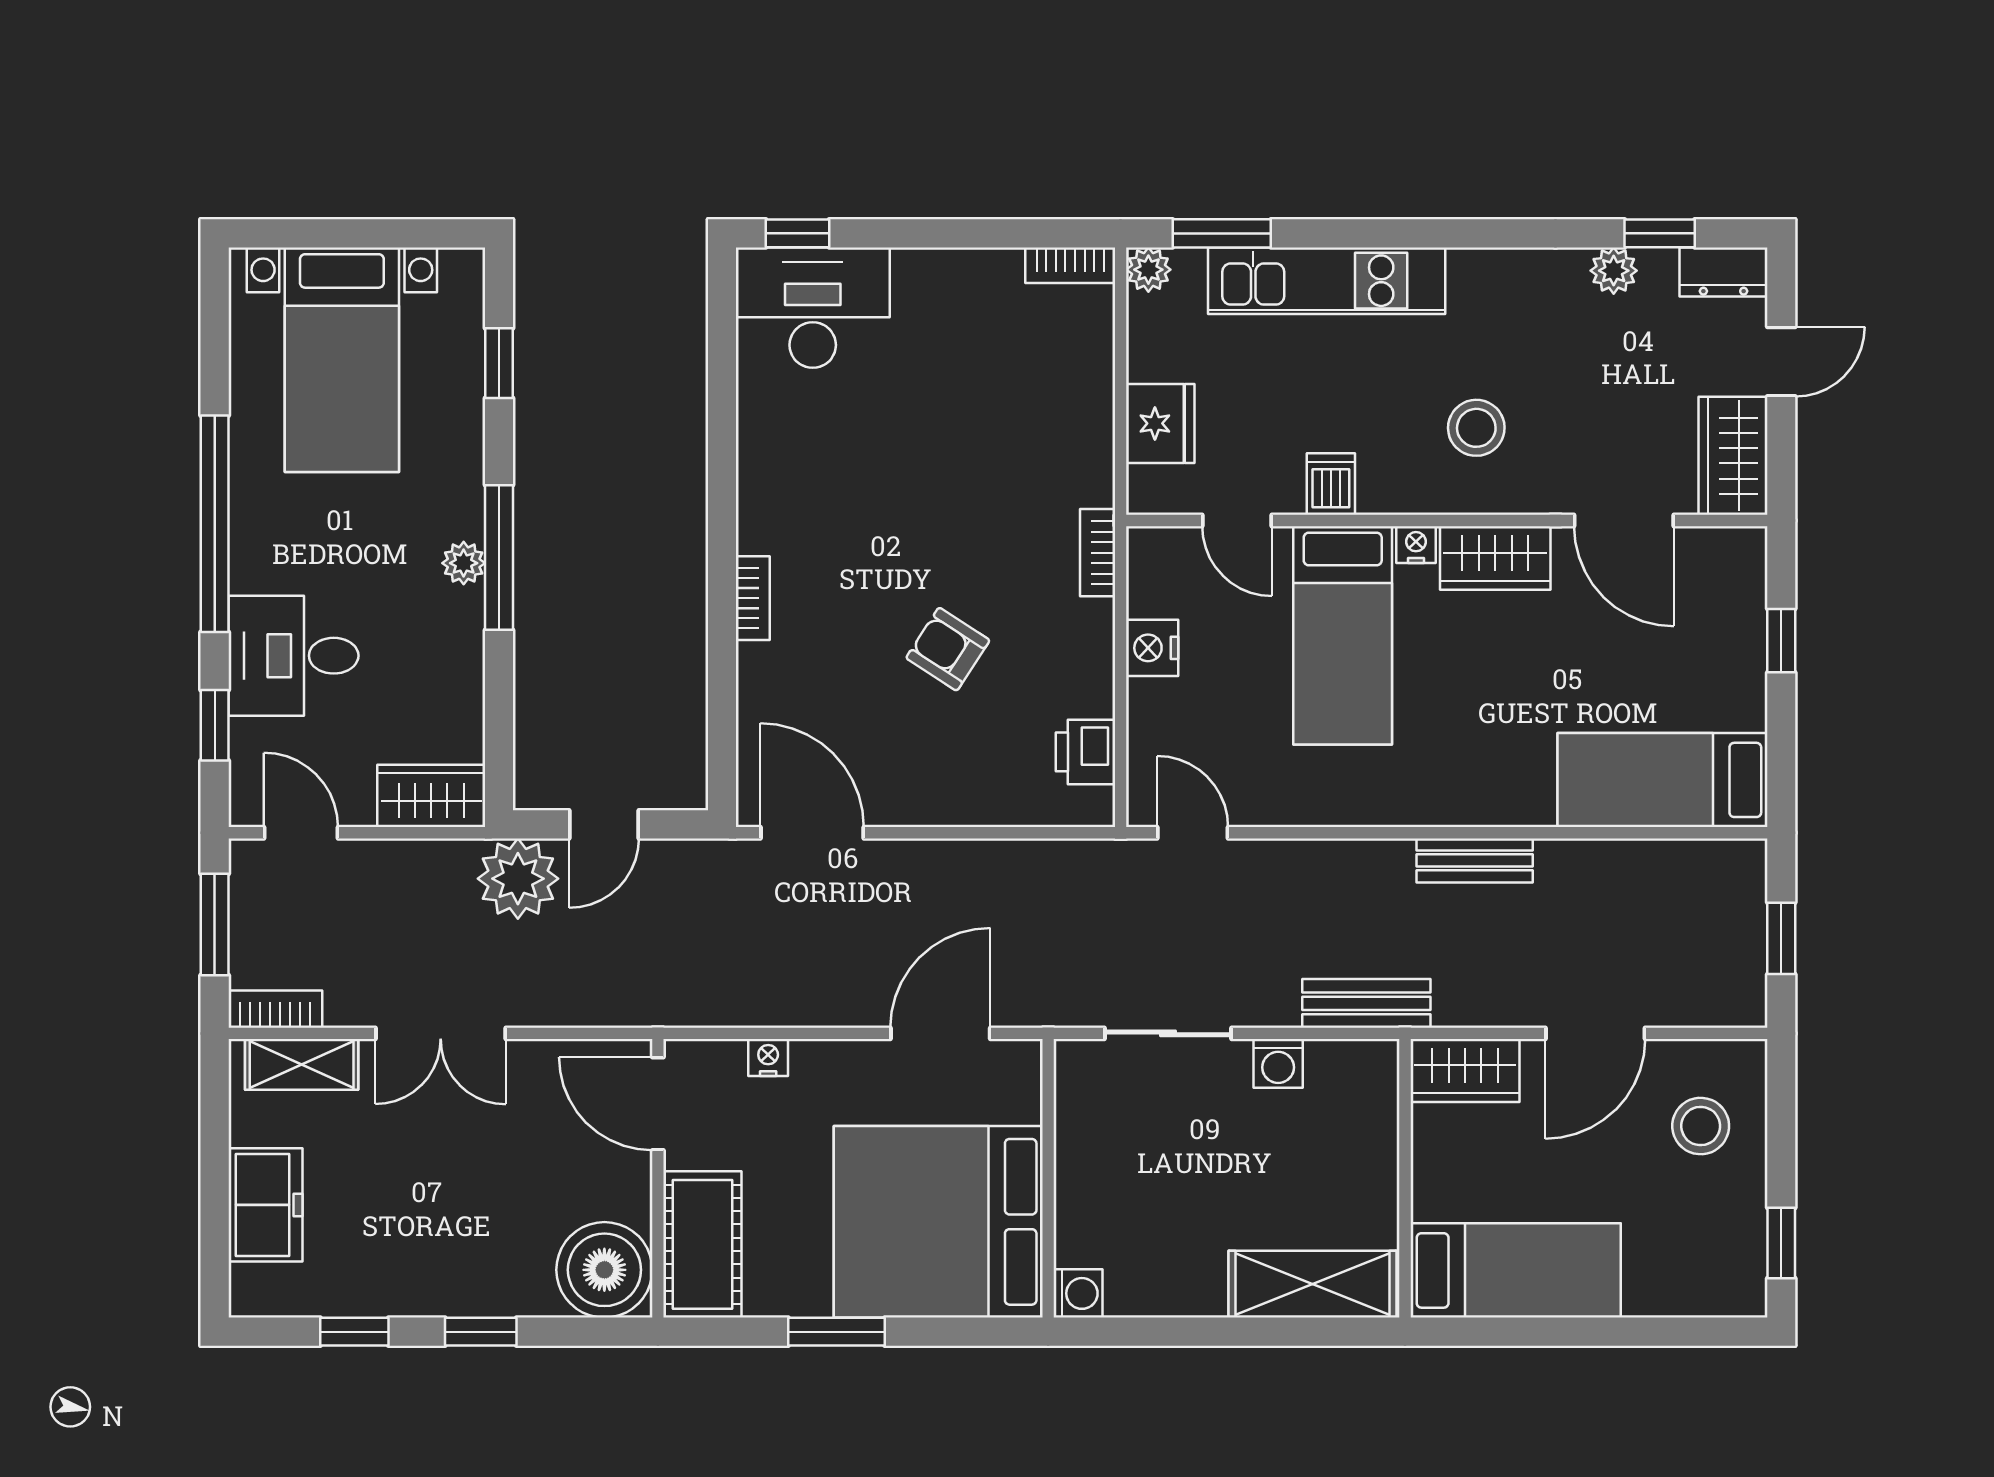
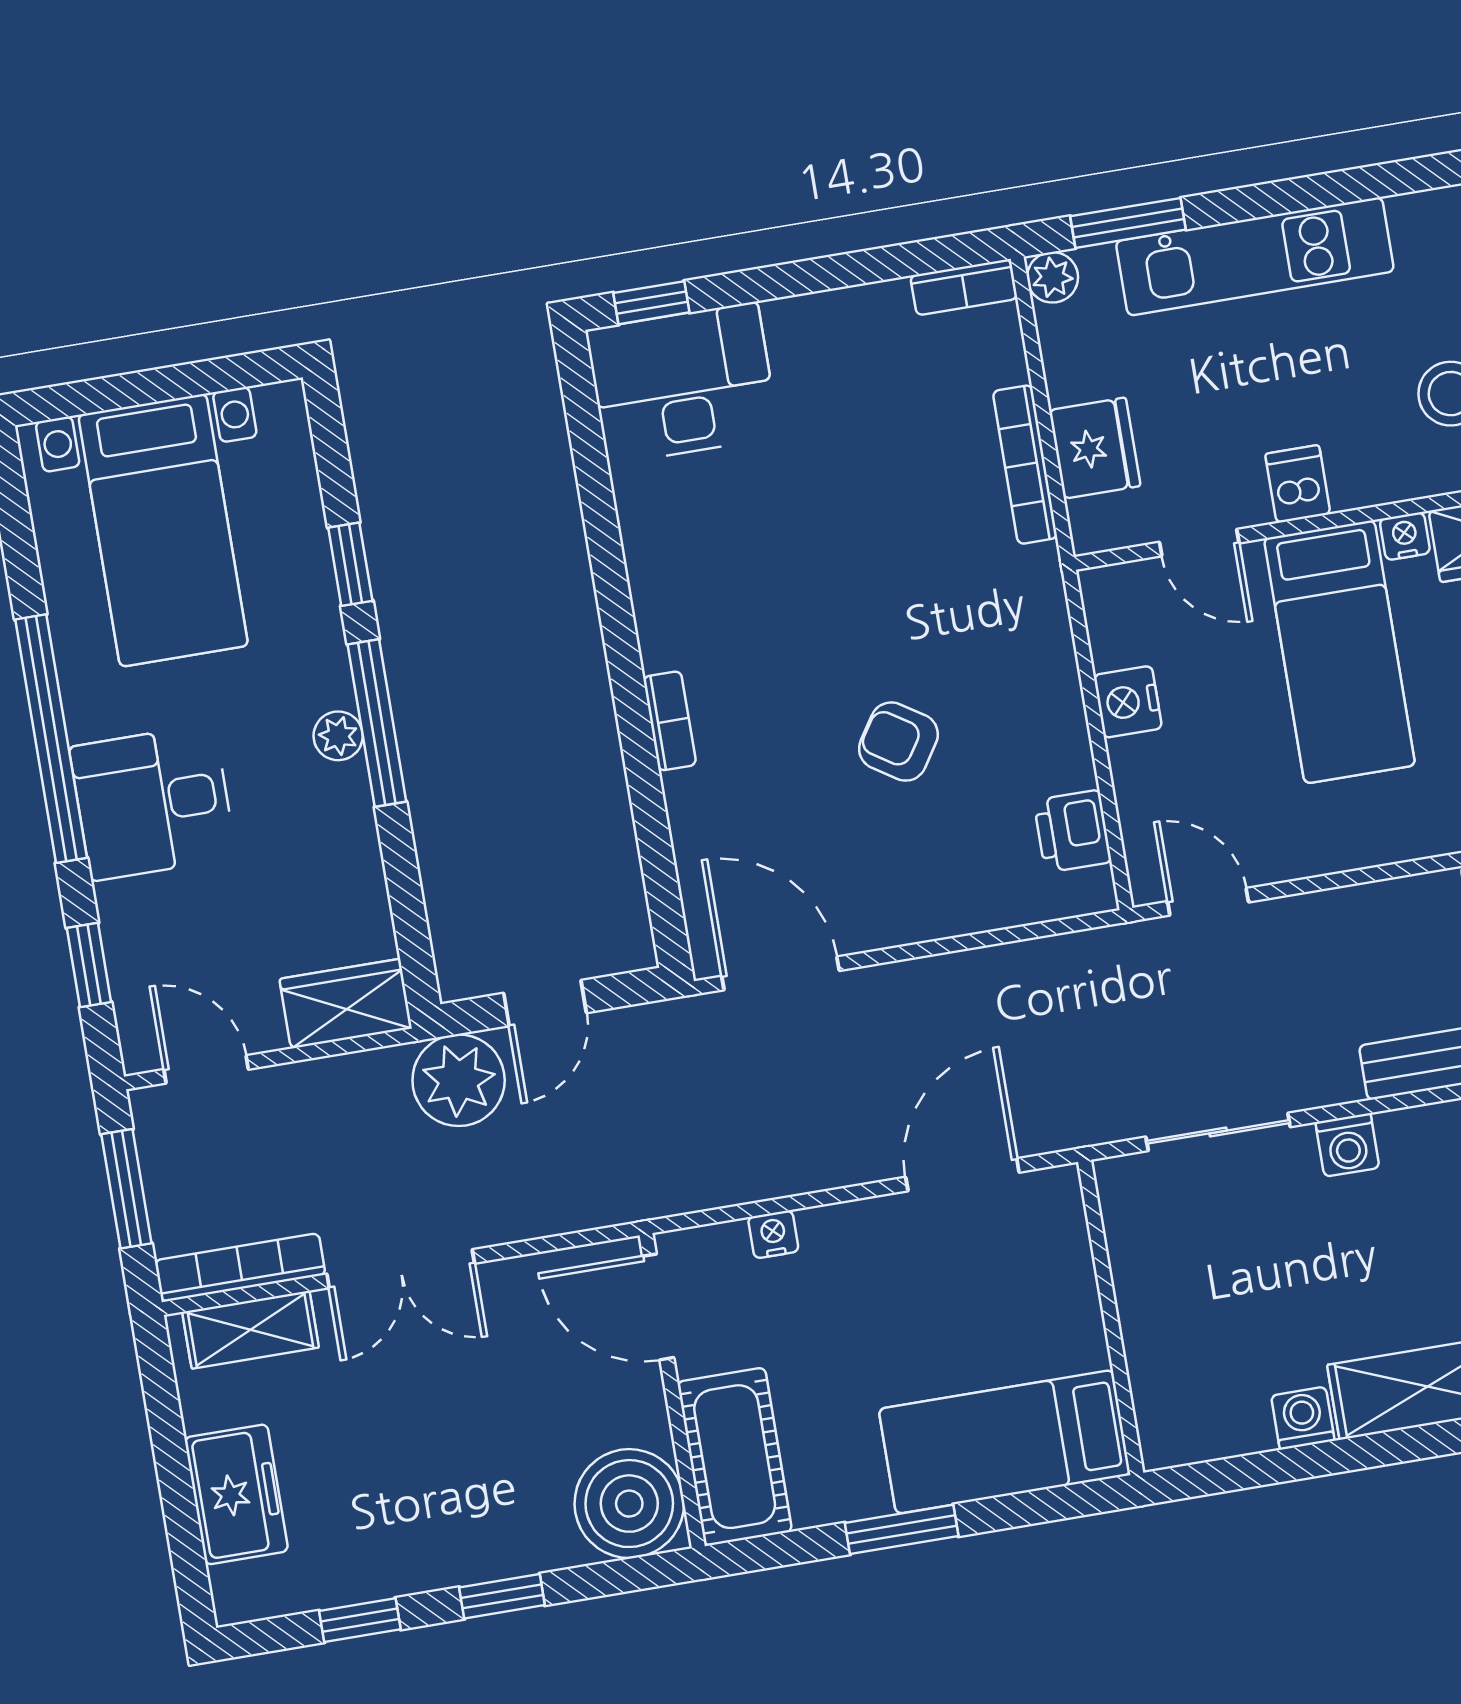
window: (499, 363) -> (350, 564), moved
bookcase: (1098, 553) -> (1025, 465), moved, width x1.56
desk: (293, 656) -> (153, 802), moved
bookcase: (275, 1009) -> (240, 1268), width x1.56
bed: (938, 1222) -> (1005, 1442), width x0.49
washing machine: (1078, 1293) -> (1303, 1418), moved, turned -90

